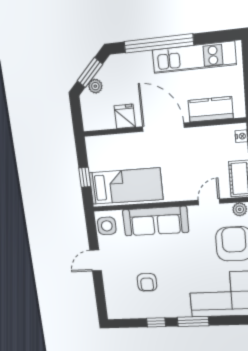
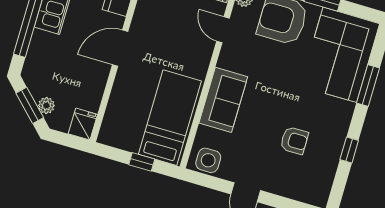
fridge: (125, 116) -> (83, 124), moved, turned 90
door: (163, 127) -> (120, 48), width x0.73
sofa: (156, 221) -> (223, 100), width x0.73
window: (193, 321) -> (368, 85), moved

